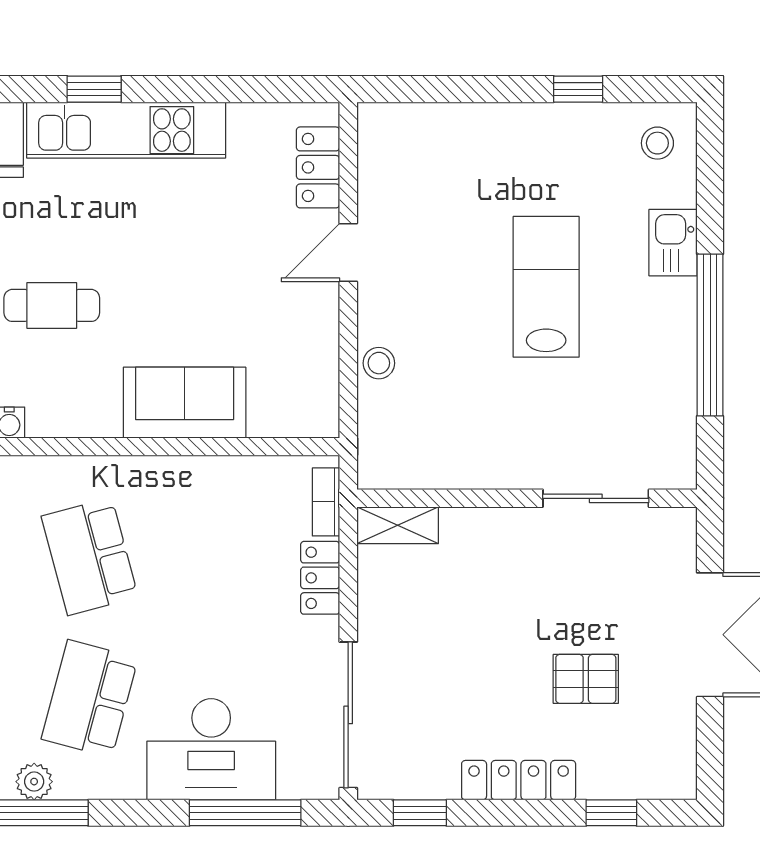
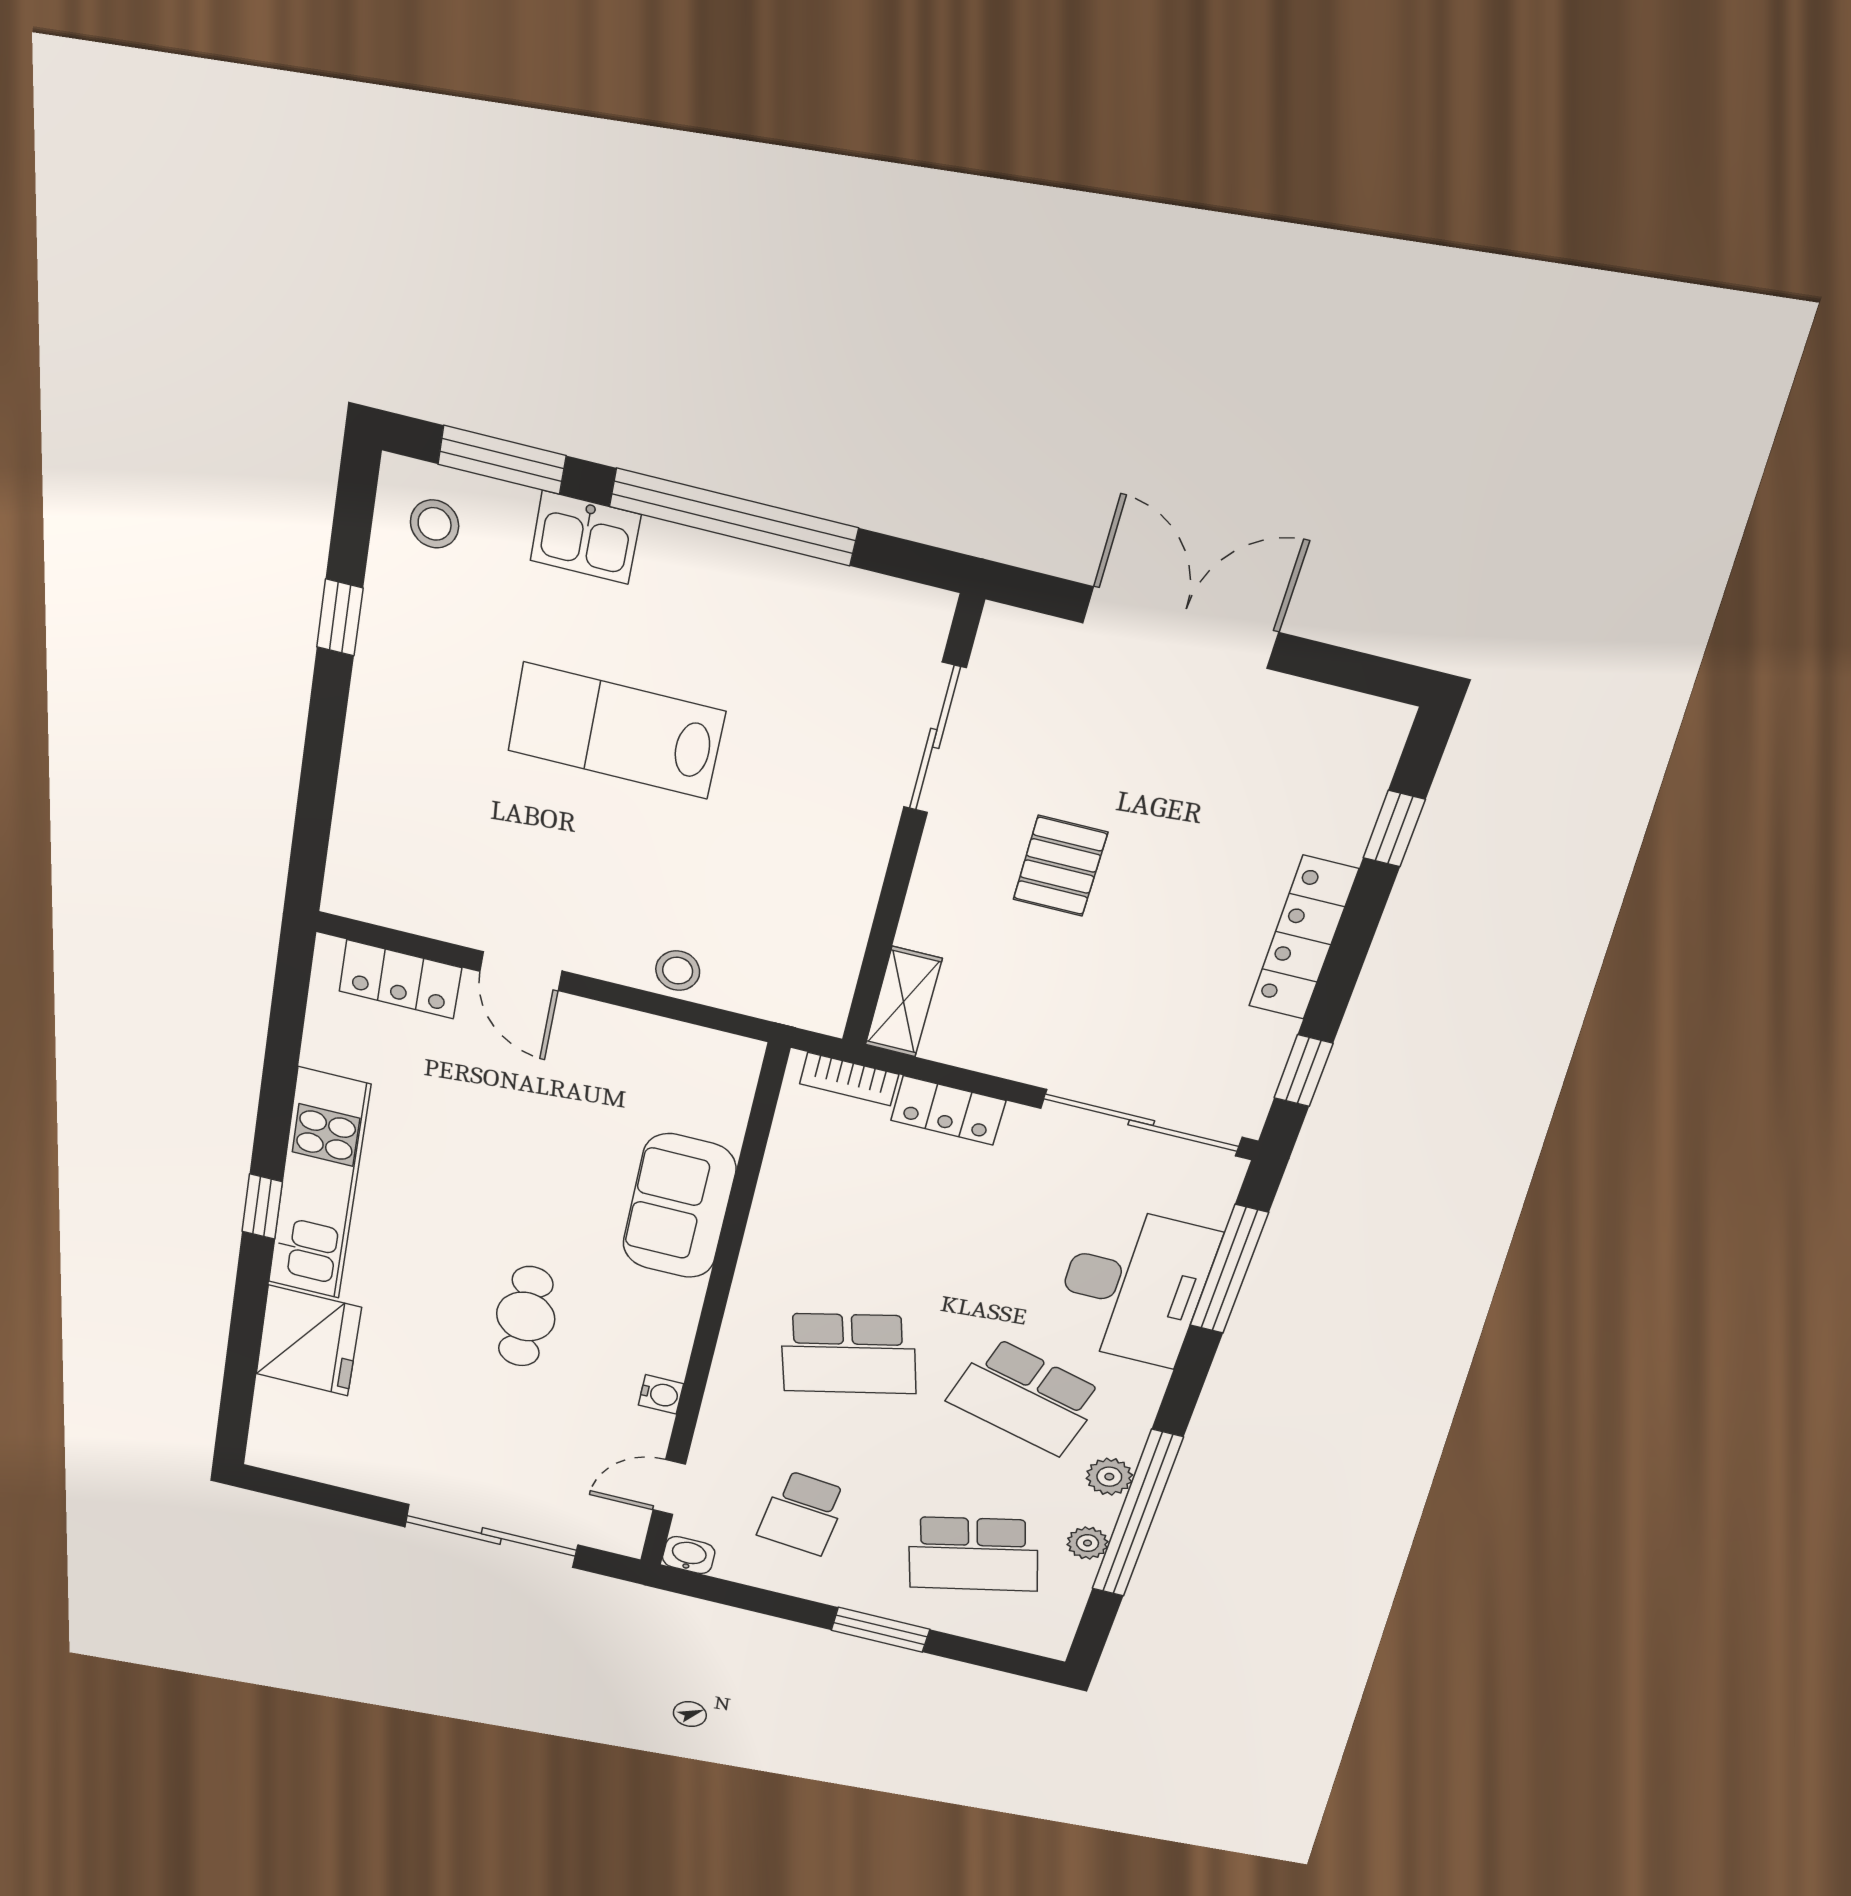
window: (710, 180) -> (502, 460), added
pallet: (586, 679) -> (1060, 866), moved

